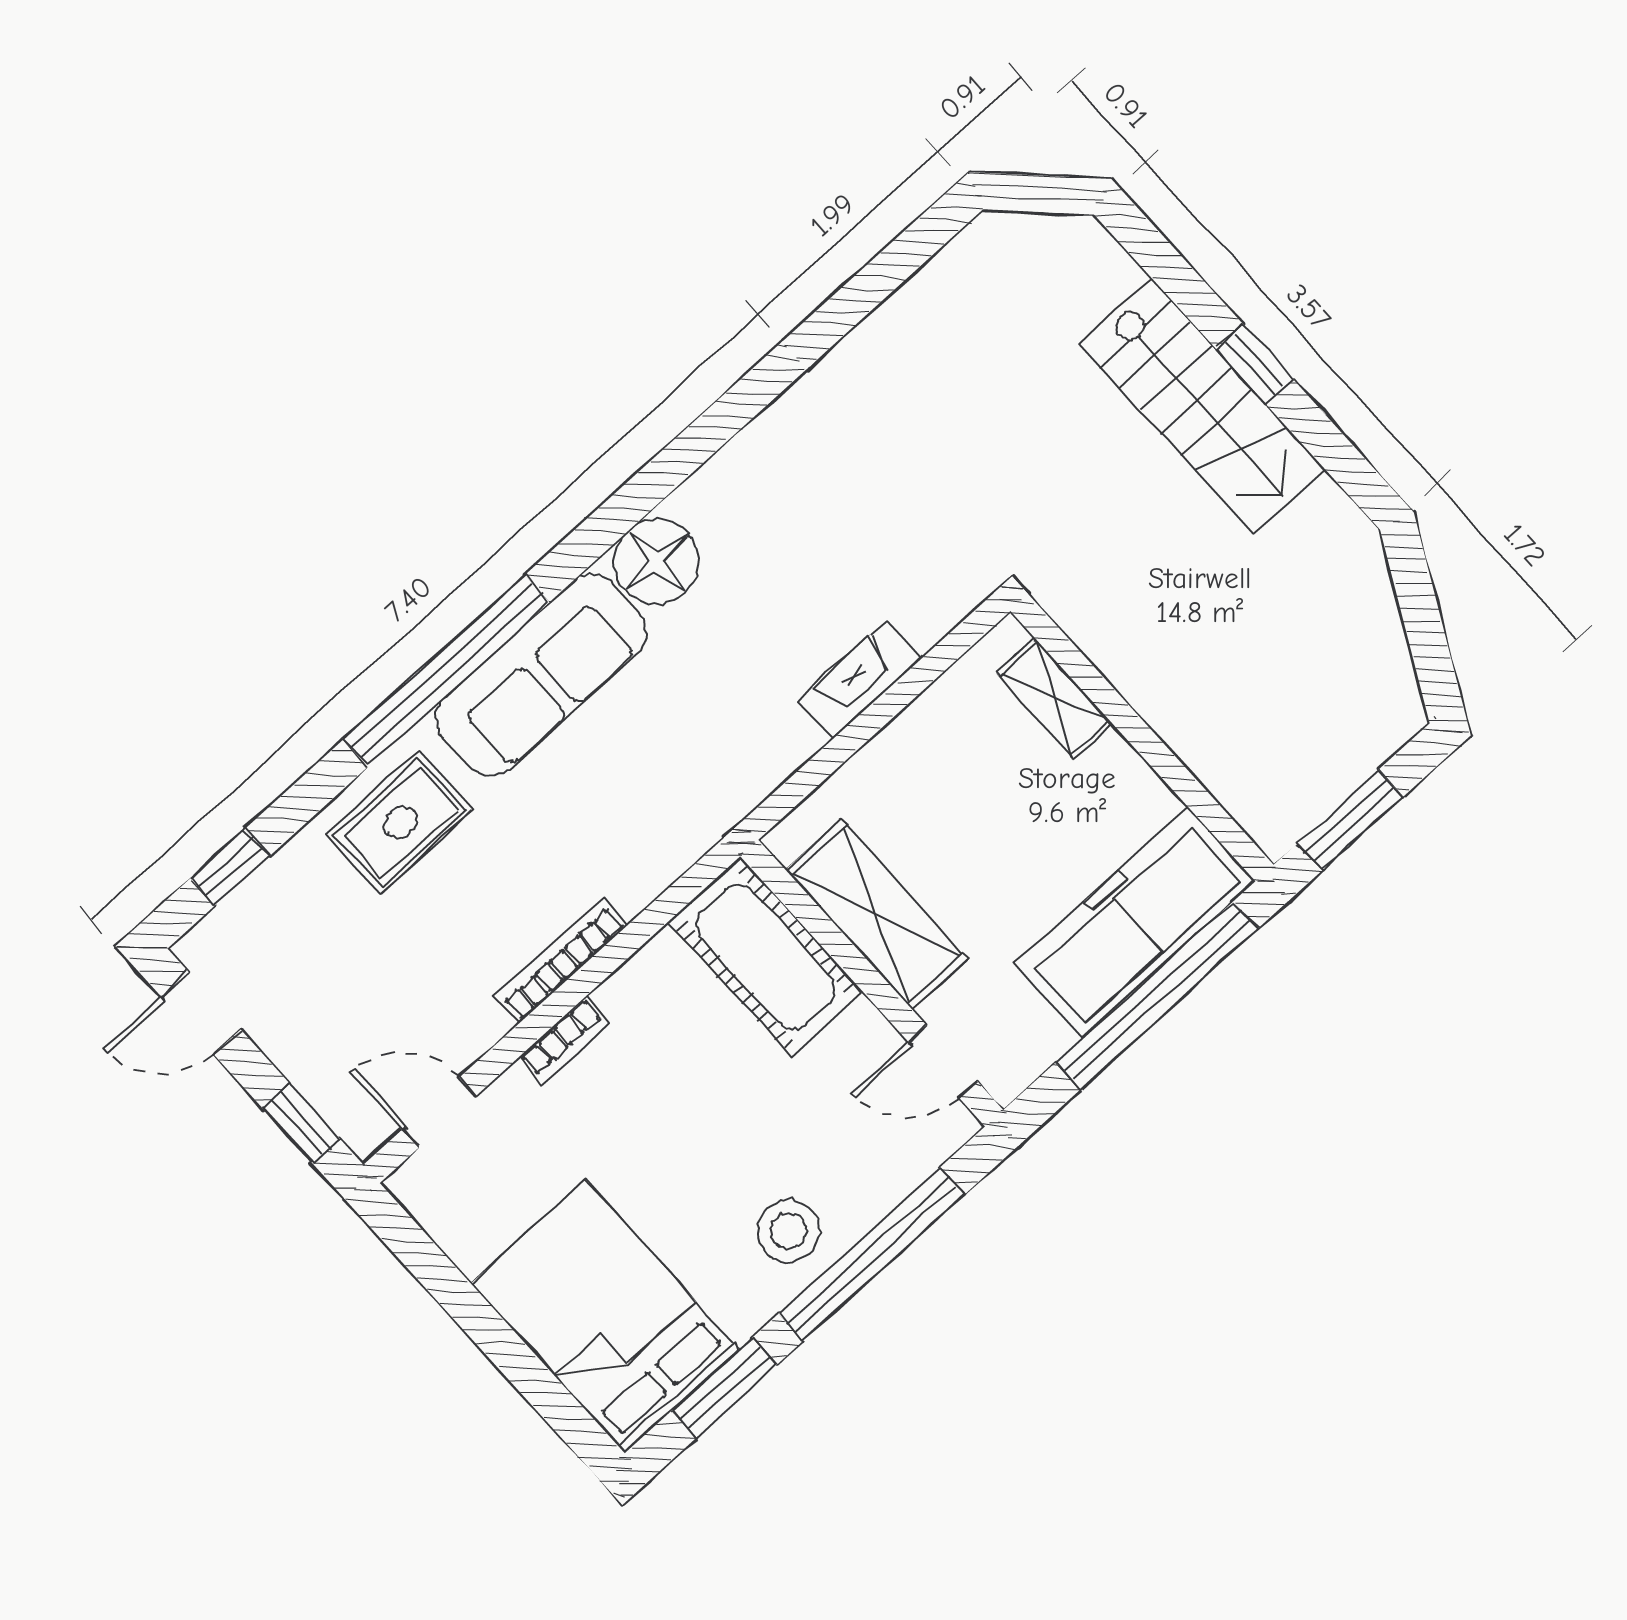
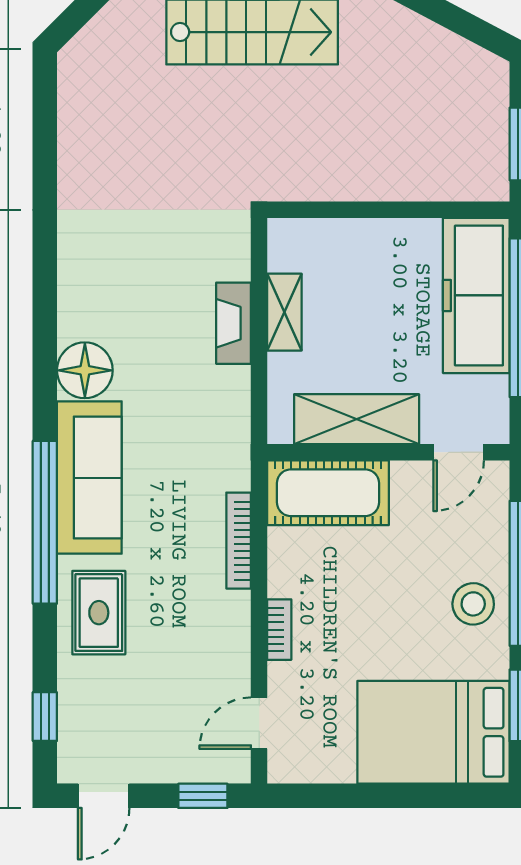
shelving: (1054, 698) -> (284, 312), moved, turned 90
bookcase: (561, 961) -> (239, 541), moved

